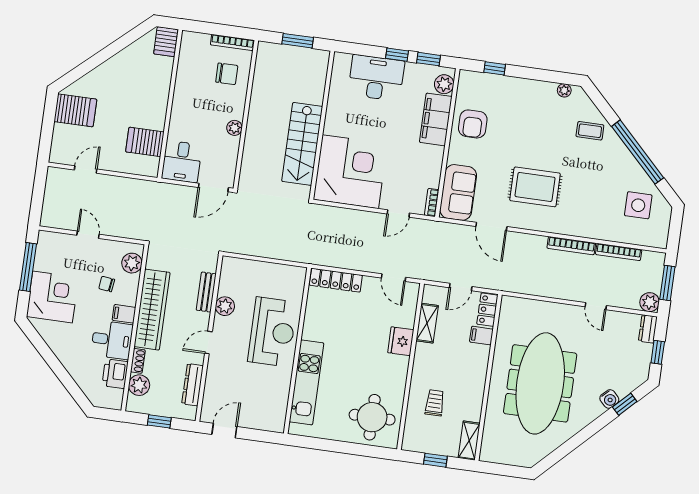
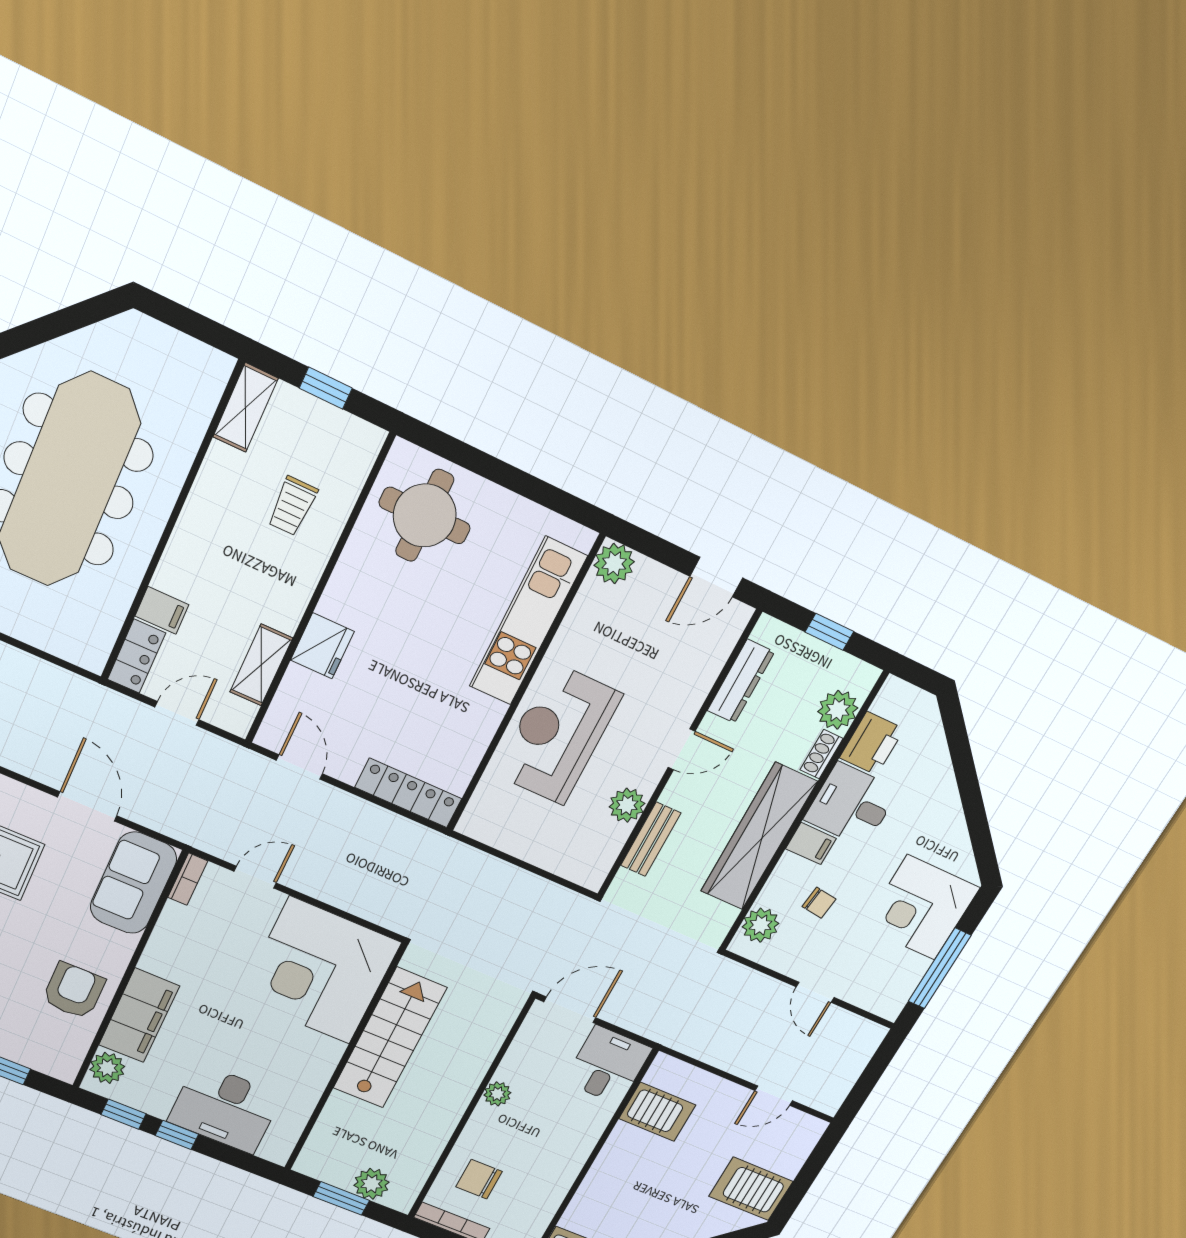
plant: (284, 54) -> (372, 1184), added
plant: (275, 422) -> (614, 564), added

